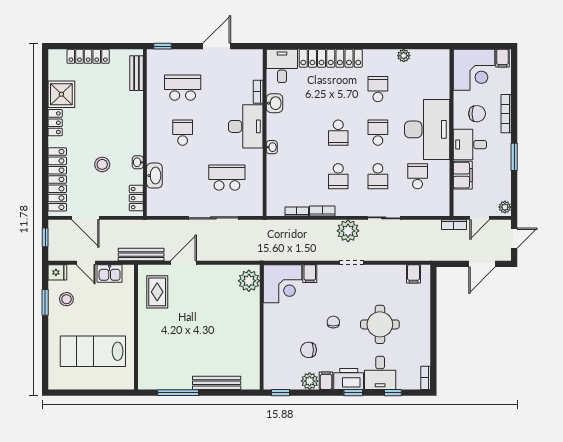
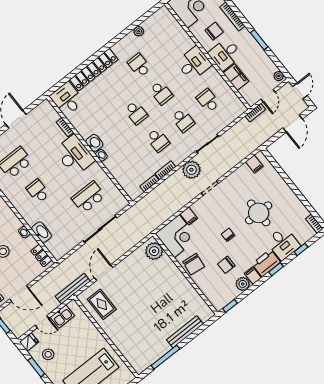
washbasin: (274, 103) -> (94, 143), moved
desk: (427, 129) -> (194, 63), width x0.53, depth x0.77
school desk: (378, 133) -> (161, 93), turned 180
chair: (277, 324) -> (194, 264), added

